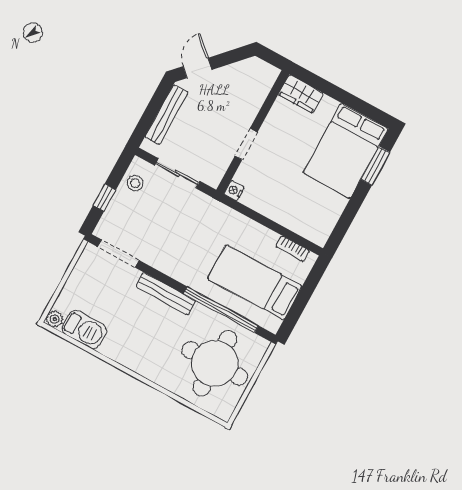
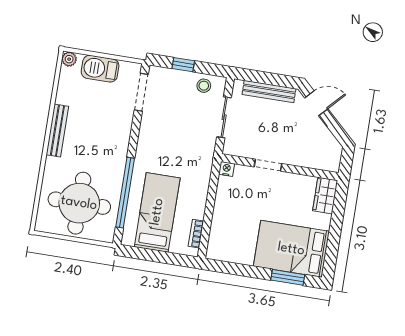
bench: (166, 294) -> (57, 131), moved
barbecue: (84, 329) -> (100, 69), moved, turned 90

